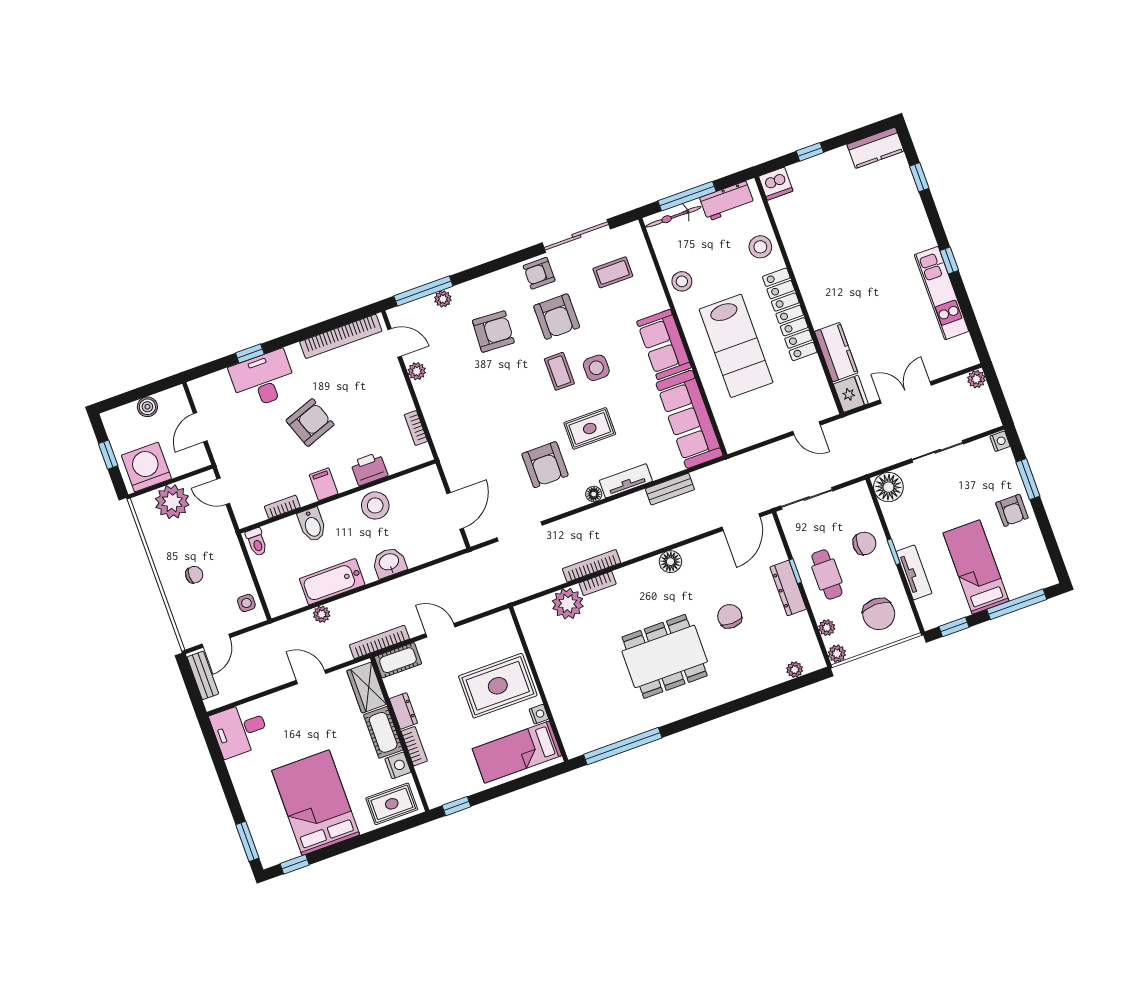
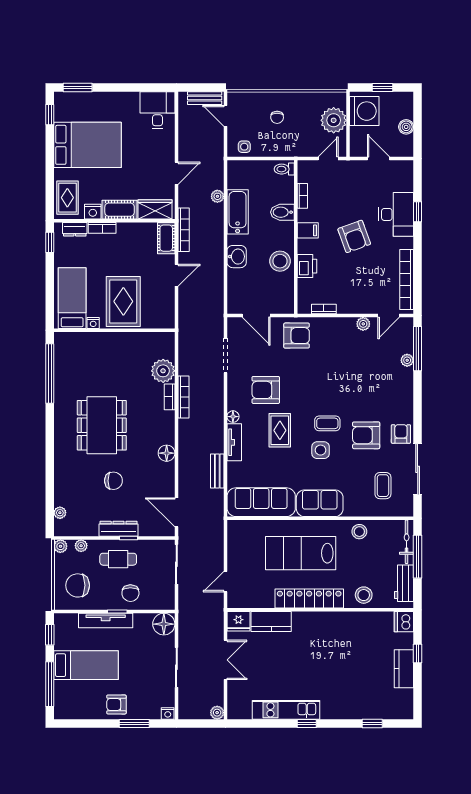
kitchen counter: (875, 148) -> (404, 669), moved
armchair: (493, 331) -> (297, 336), moved, turned -93
tv unit: (914, 572) -> (106, 620), width x1.41
dresser: (403, 711) -> (75, 229), moved

